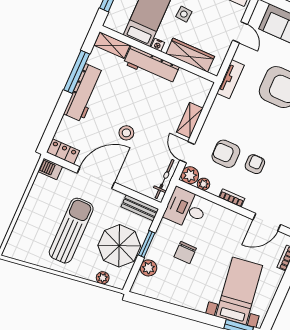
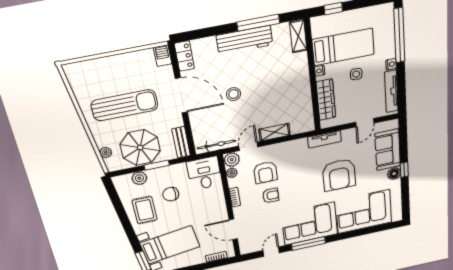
workbench: (151, 65) -> (300, 77), removed
armchair: (226, 154) -> (265, 172), turned 180
rug: (184, 287) -> (145, 210), added

